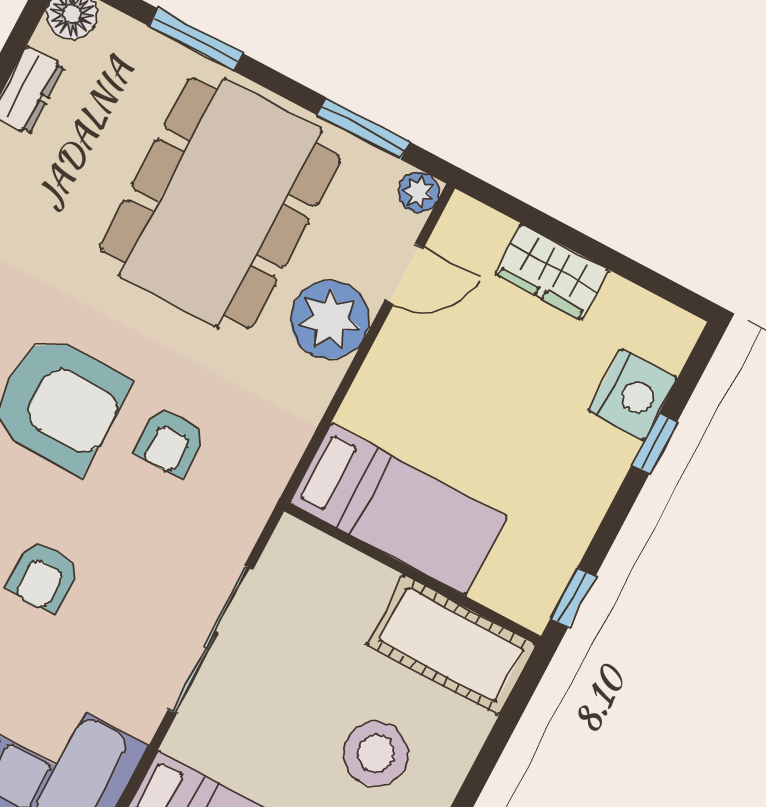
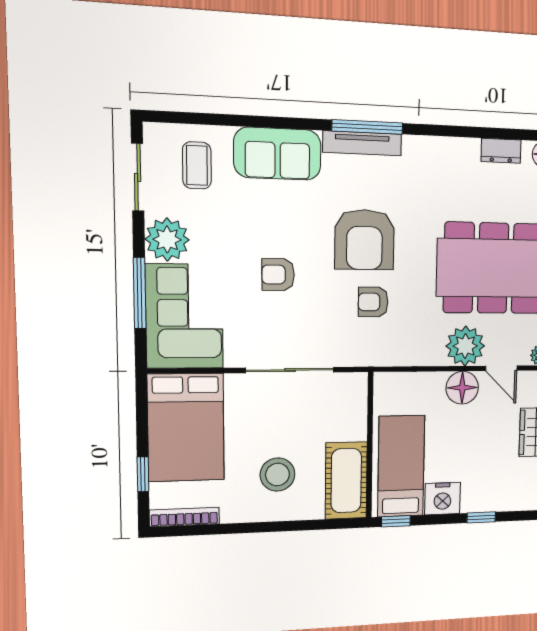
floor lamp: (400, 361) -> (462, 388), added
nightstand: (633, 395) -> (442, 499), moved
bed: (398, 509) -> (401, 466), moved, turned 180

